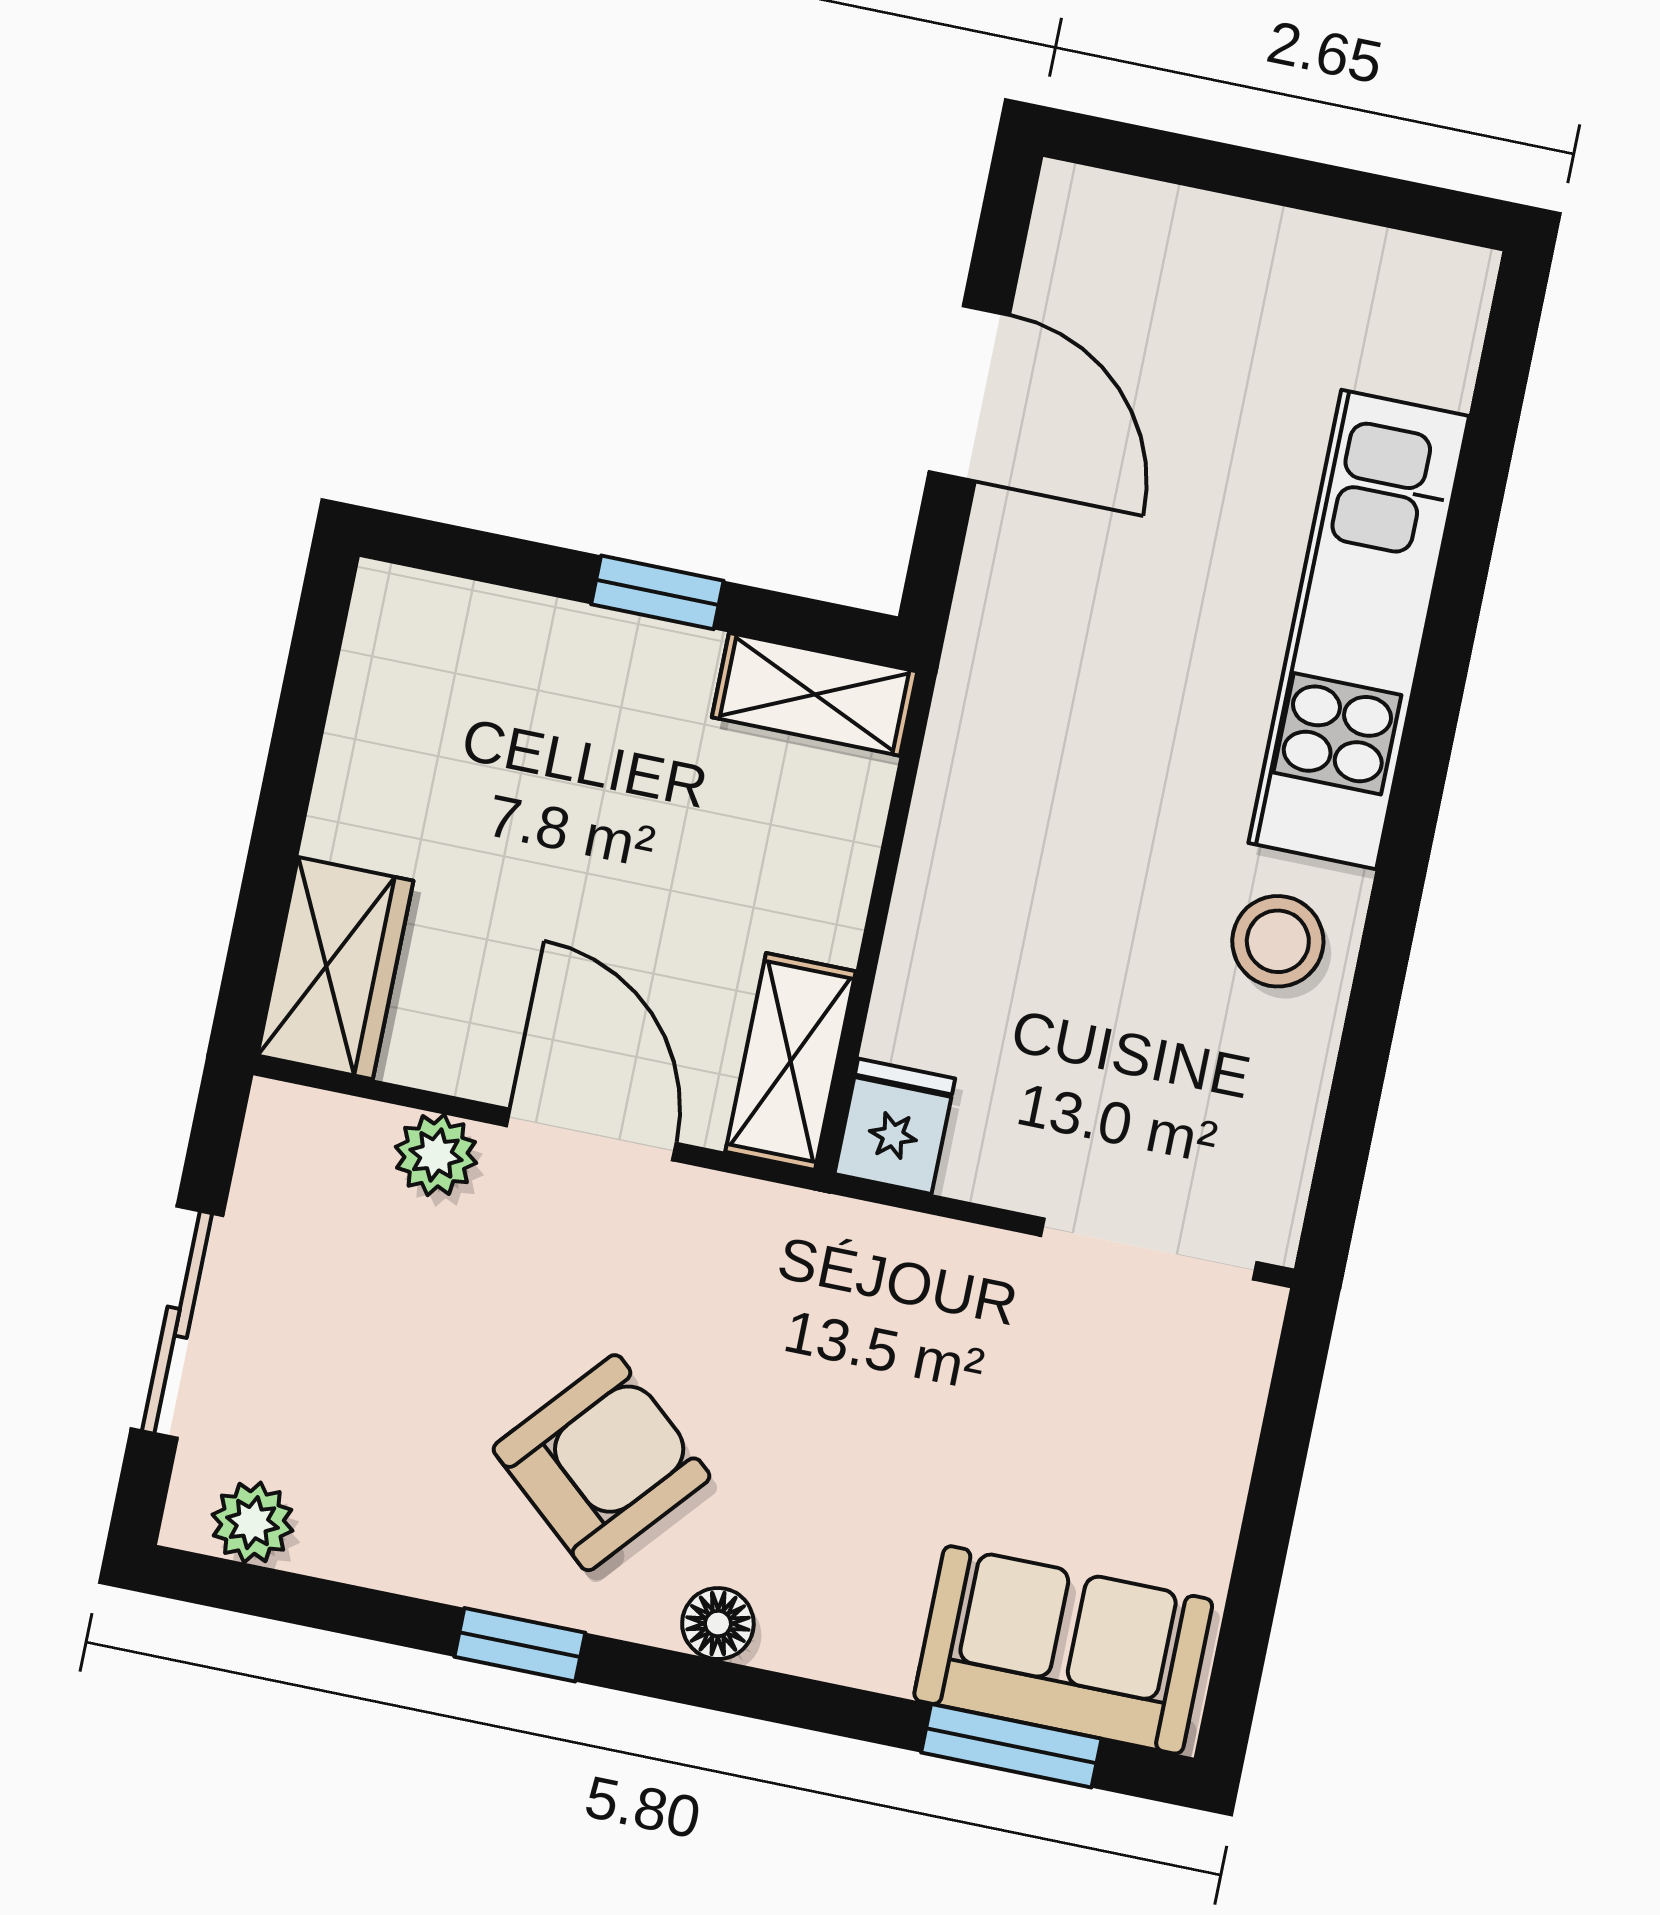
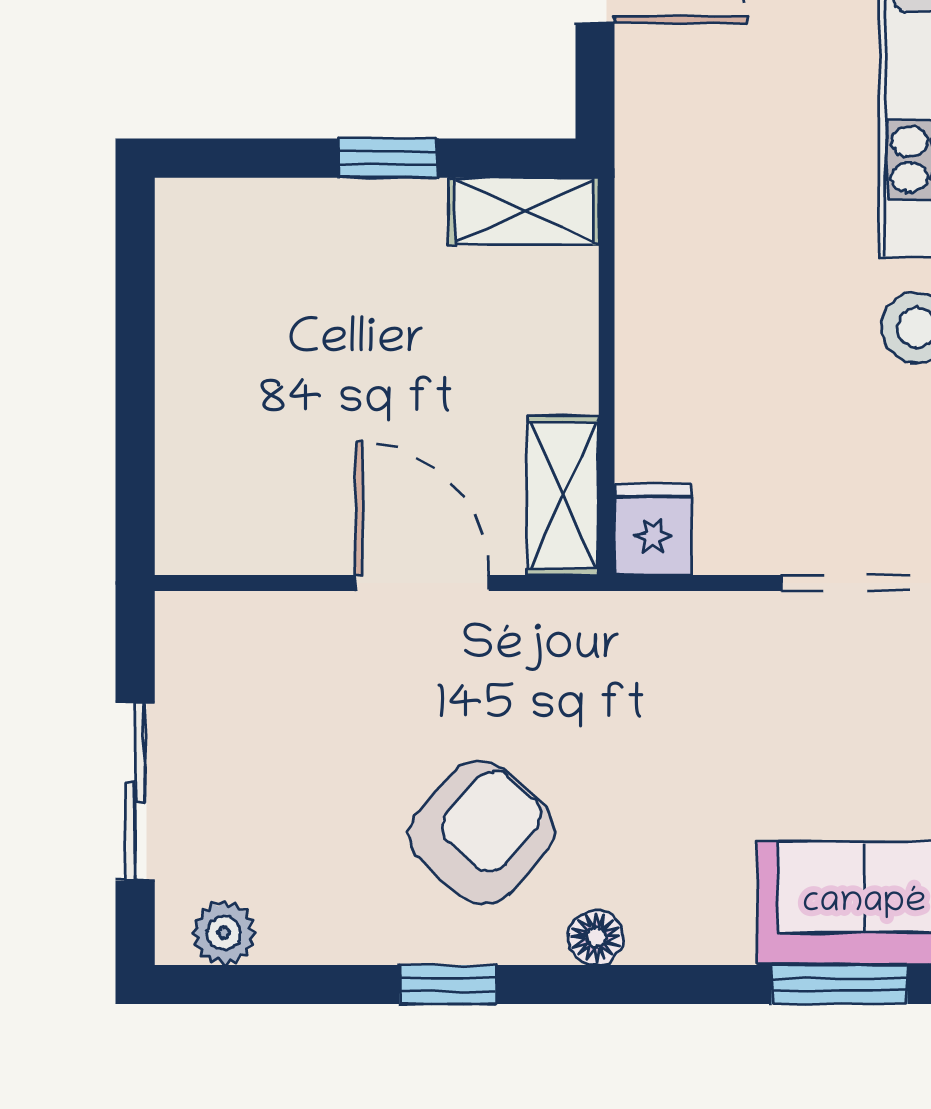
wardrobe: (335, 968) -> (200, 496), removed
plant: (436, 1155) -> (307, 623), removed

